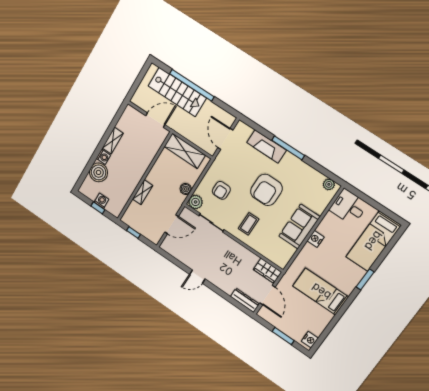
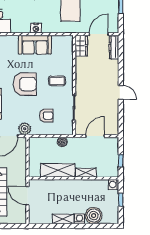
shelving: (185, 151) -> (58, 170), moved, turned 90
washing machine: (102, 201) -> (113, 184), moved
plant: (196, 202) -> (25, 129), moved
door: (172, 224) -> (95, 136), hinge flipped

